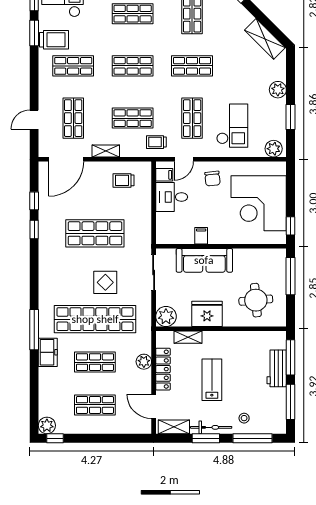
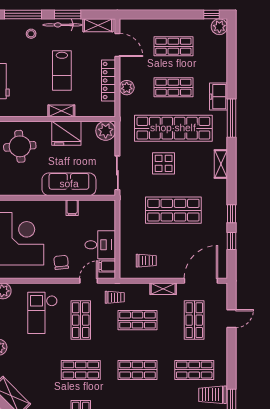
shelving: (45, 282) -> (221, 164), added
shelving: (188, 337) -> (61, 111), moved

